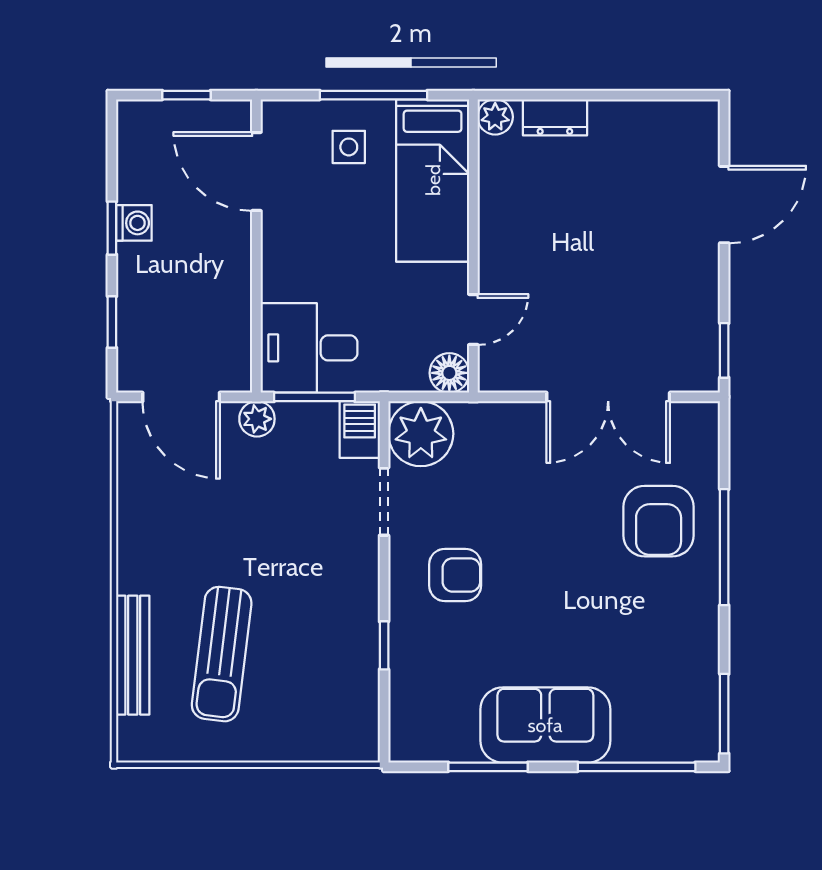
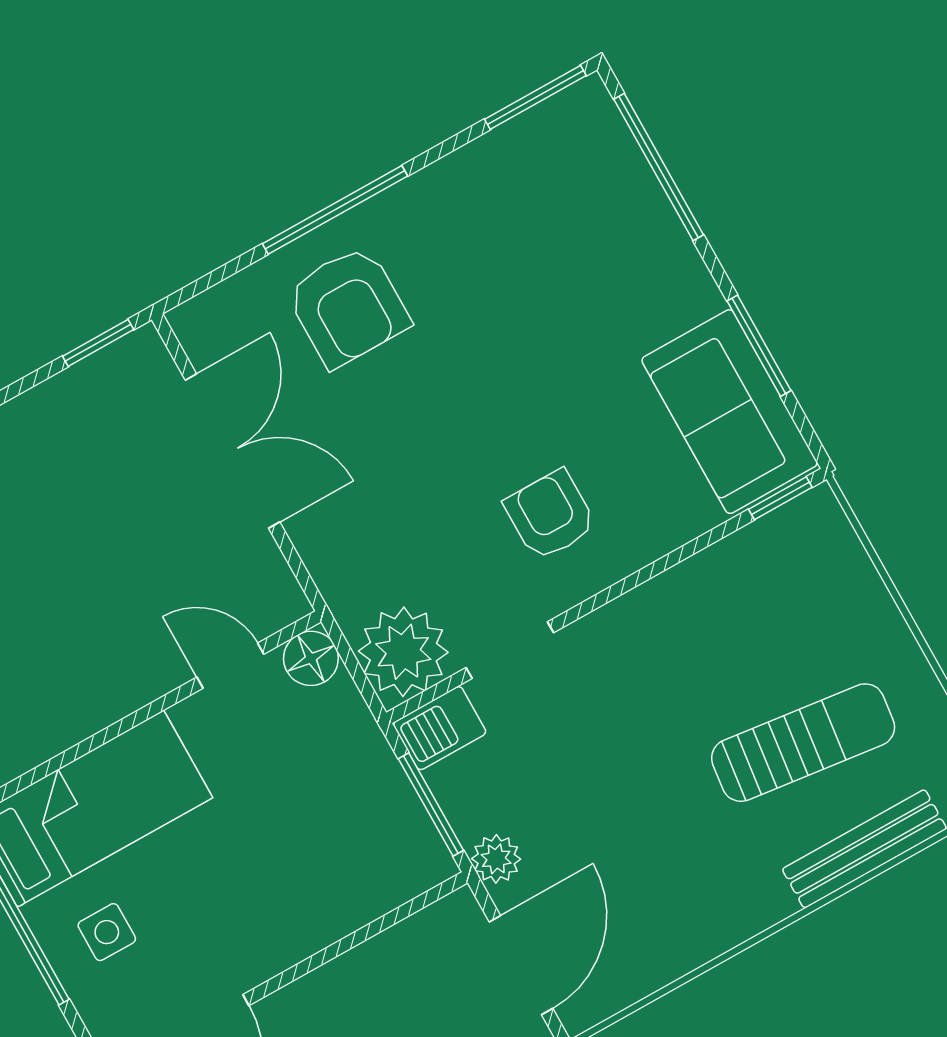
desk: (309, 348) -> (375, 844), removed
armchair: (659, 521) -> (348, 306), turned 90
window: (384, 645) -> (780, 498), moved
sofa: (545, 725) -> (730, 412), moved

